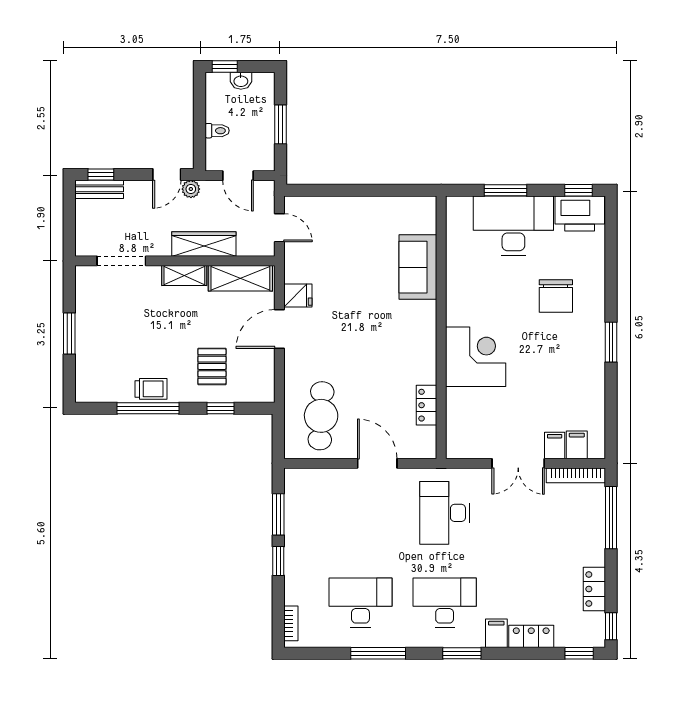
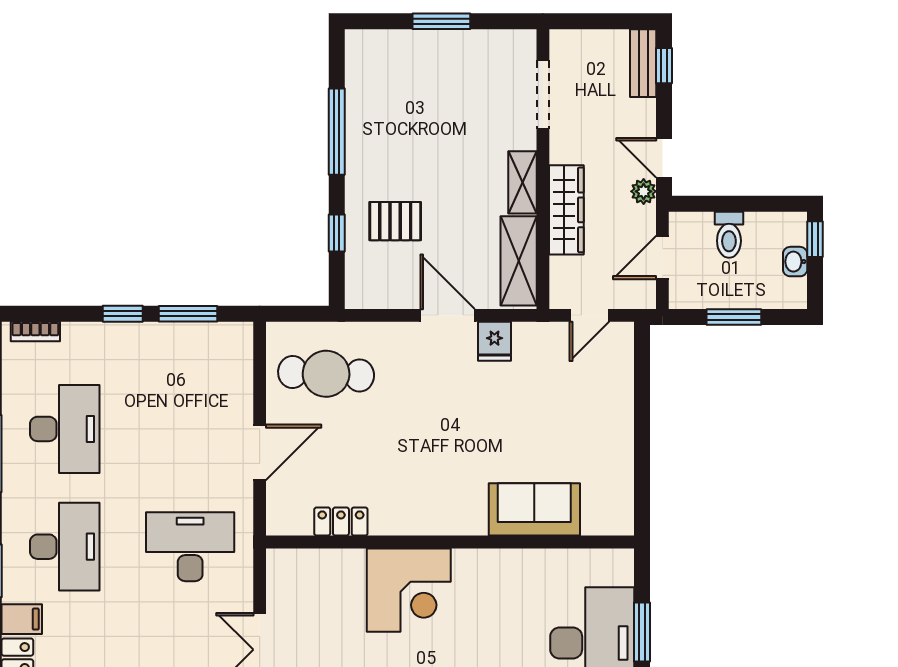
toilet: (217, 131) -> (729, 235), width x1.37, depth x1.39
trolley: (151, 389) -> (364, 136), removed

